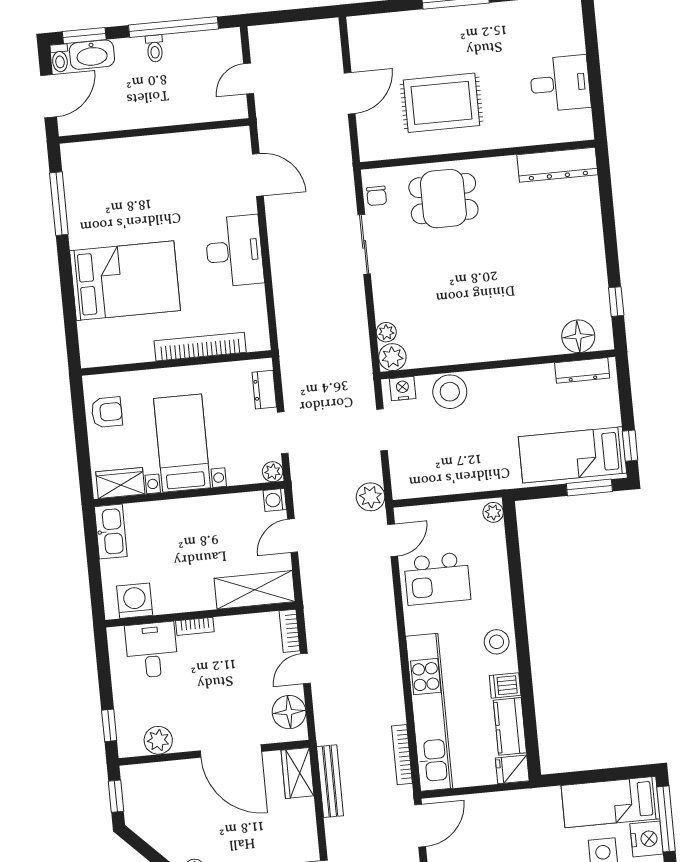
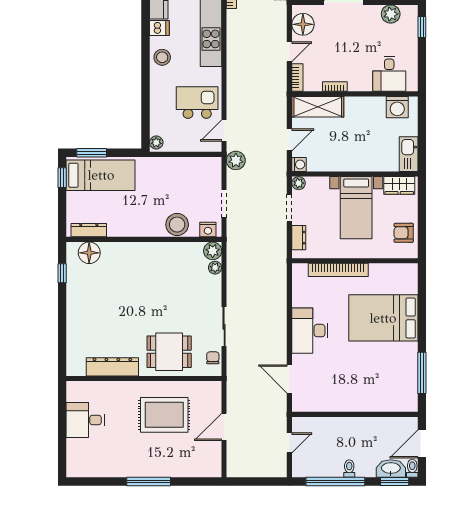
dresser: (557, 165) -> (112, 367), moved
bookcase: (195, 626) -> (335, 87), moved

